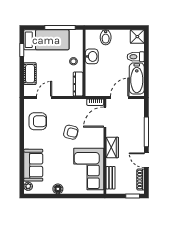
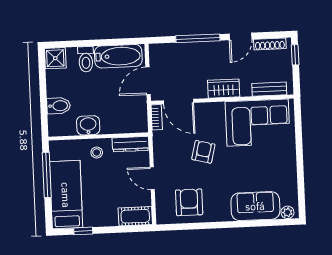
cot: (30, 74) -> (135, 216), moved
door: (44, 97) -> (152, 178), moved
door: (120, 97) -> (148, 81), hinge flipped
floor lamp: (58, 189) -> (289, 168), removed

